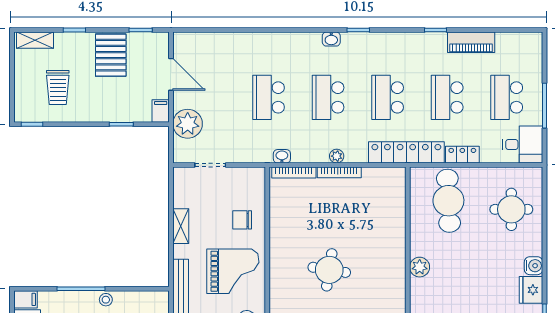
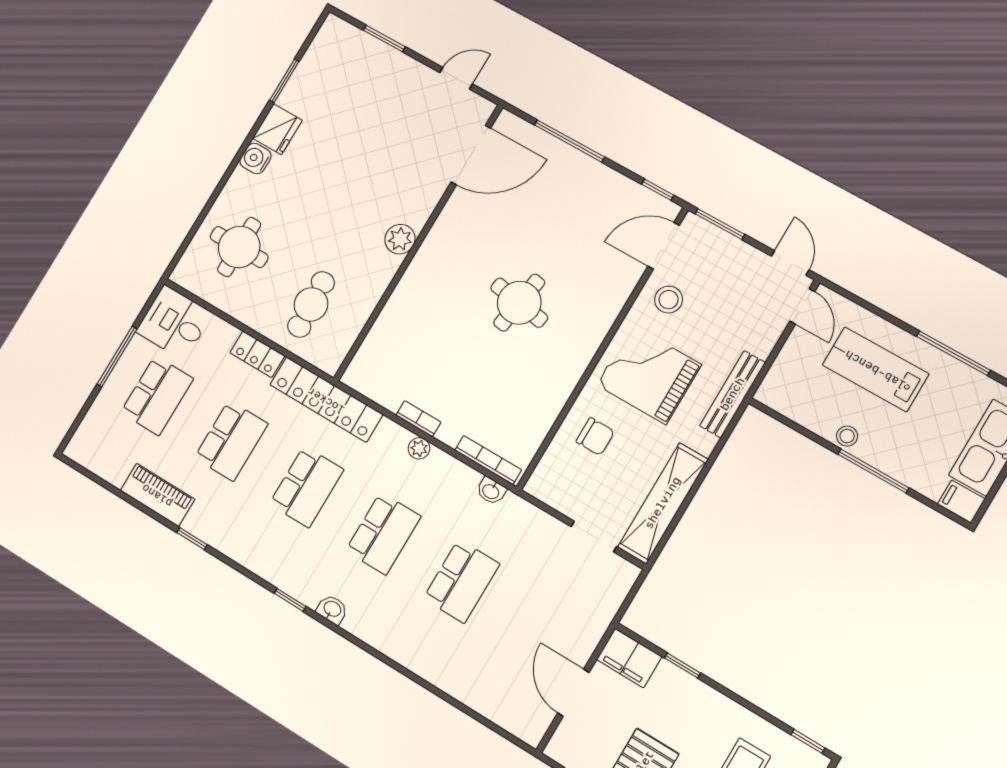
filing cabinet: (161, 111) -> (629, 658), width x2.00
plant: (188, 124) -> (591, 611), removed
bookcase: (339, 172) -> (418, 419), width x0.64
cafe table: (448, 201) -> (311, 304), width x0.73, depth x0.74
shelving: (181, 226) -> (663, 503), width x2.20, depth x1.33

